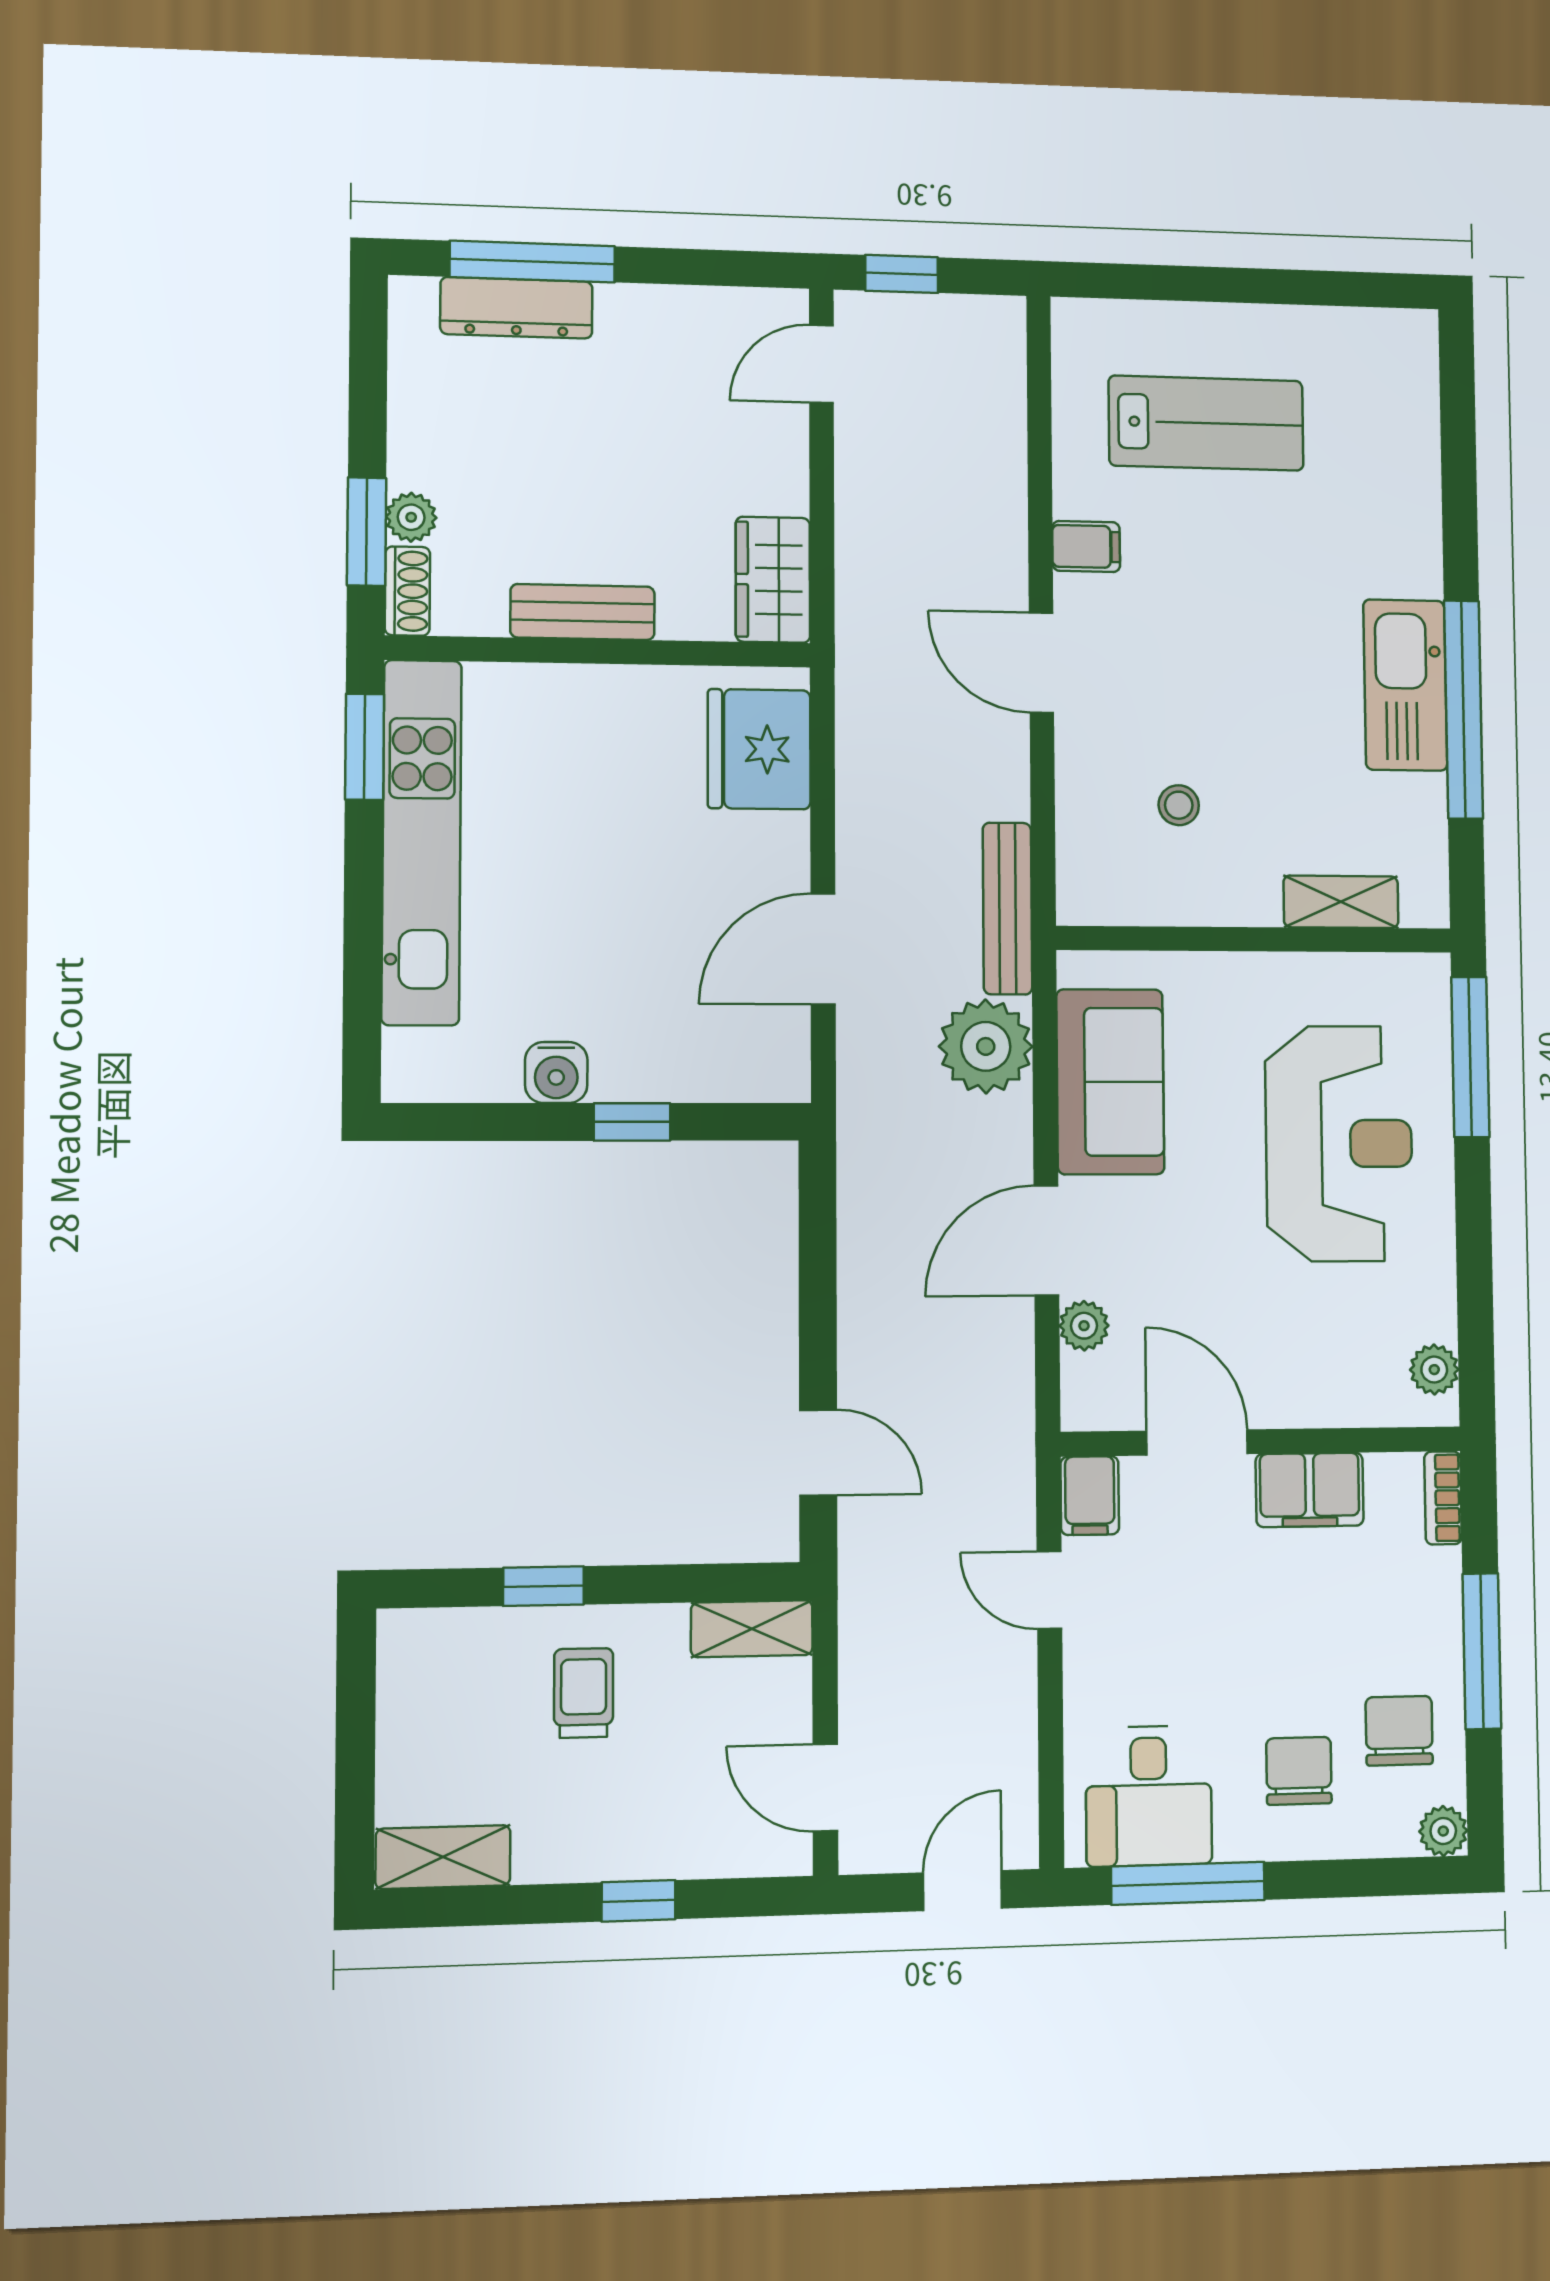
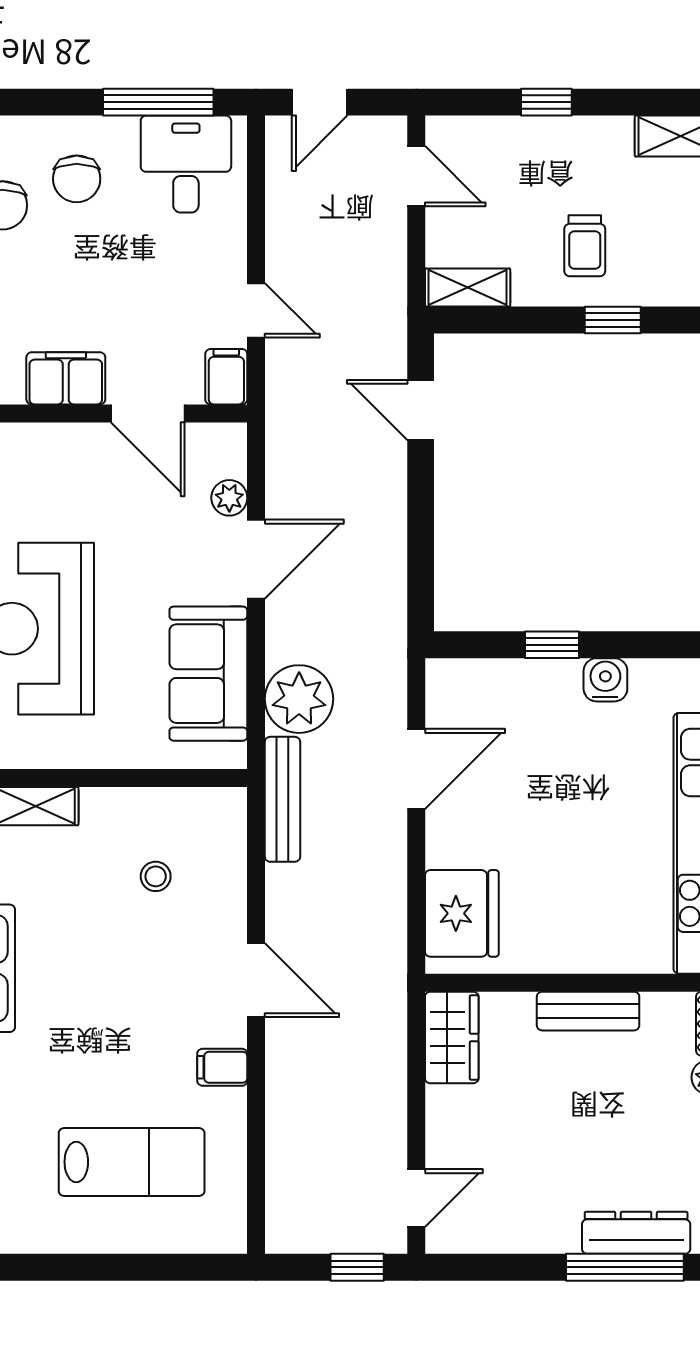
lab bench: (1206, 423) -> (132, 1162), turned 180

